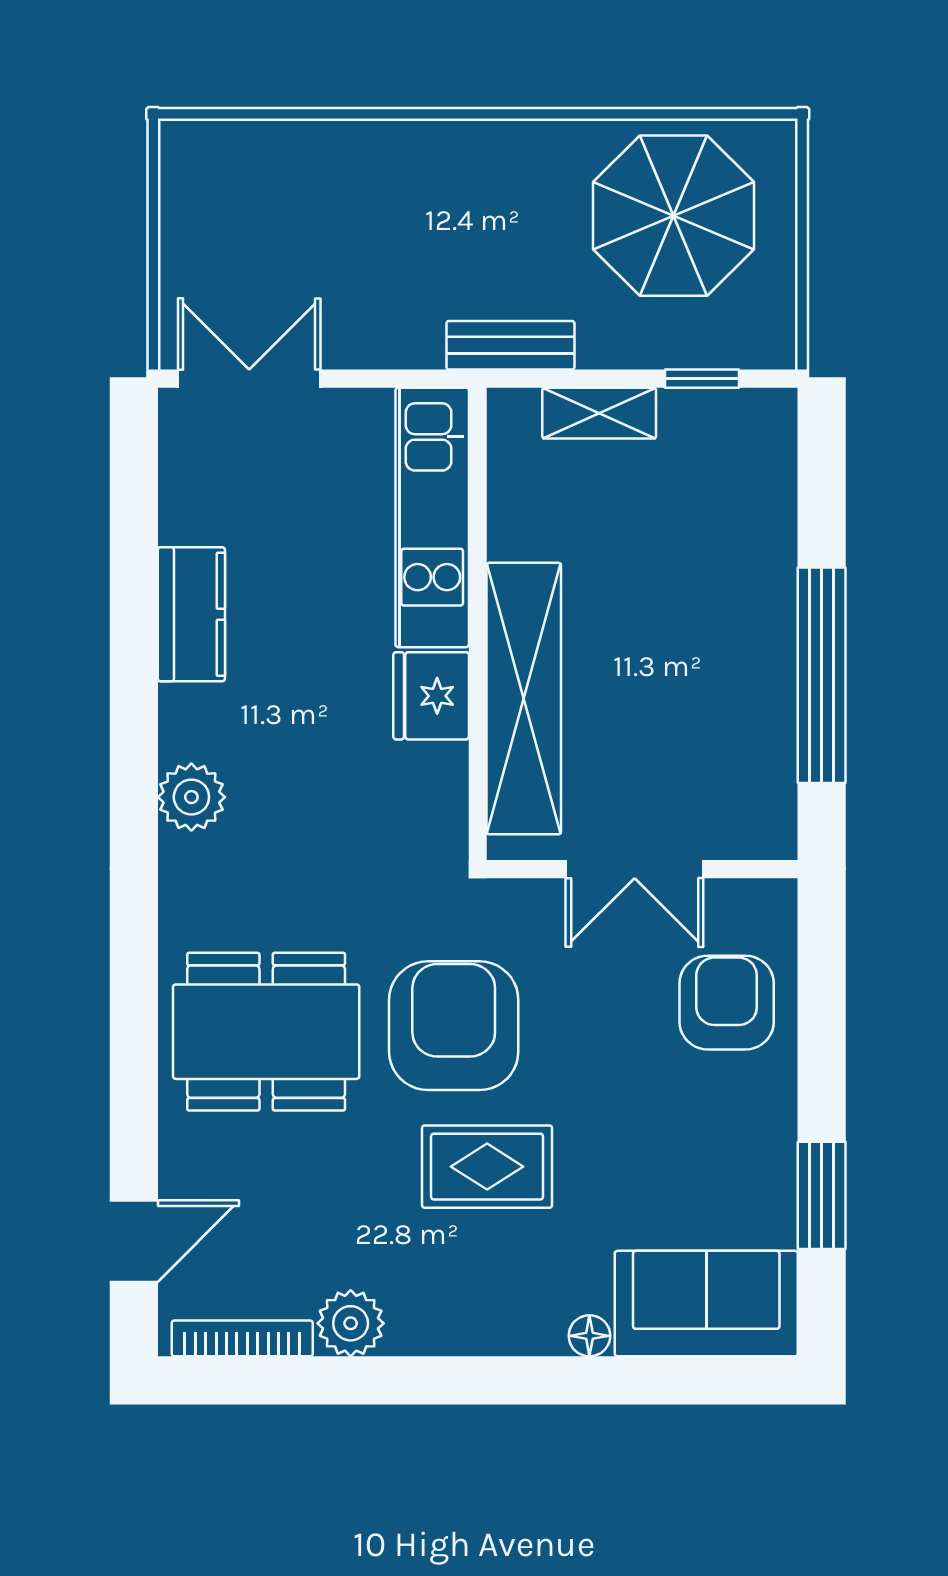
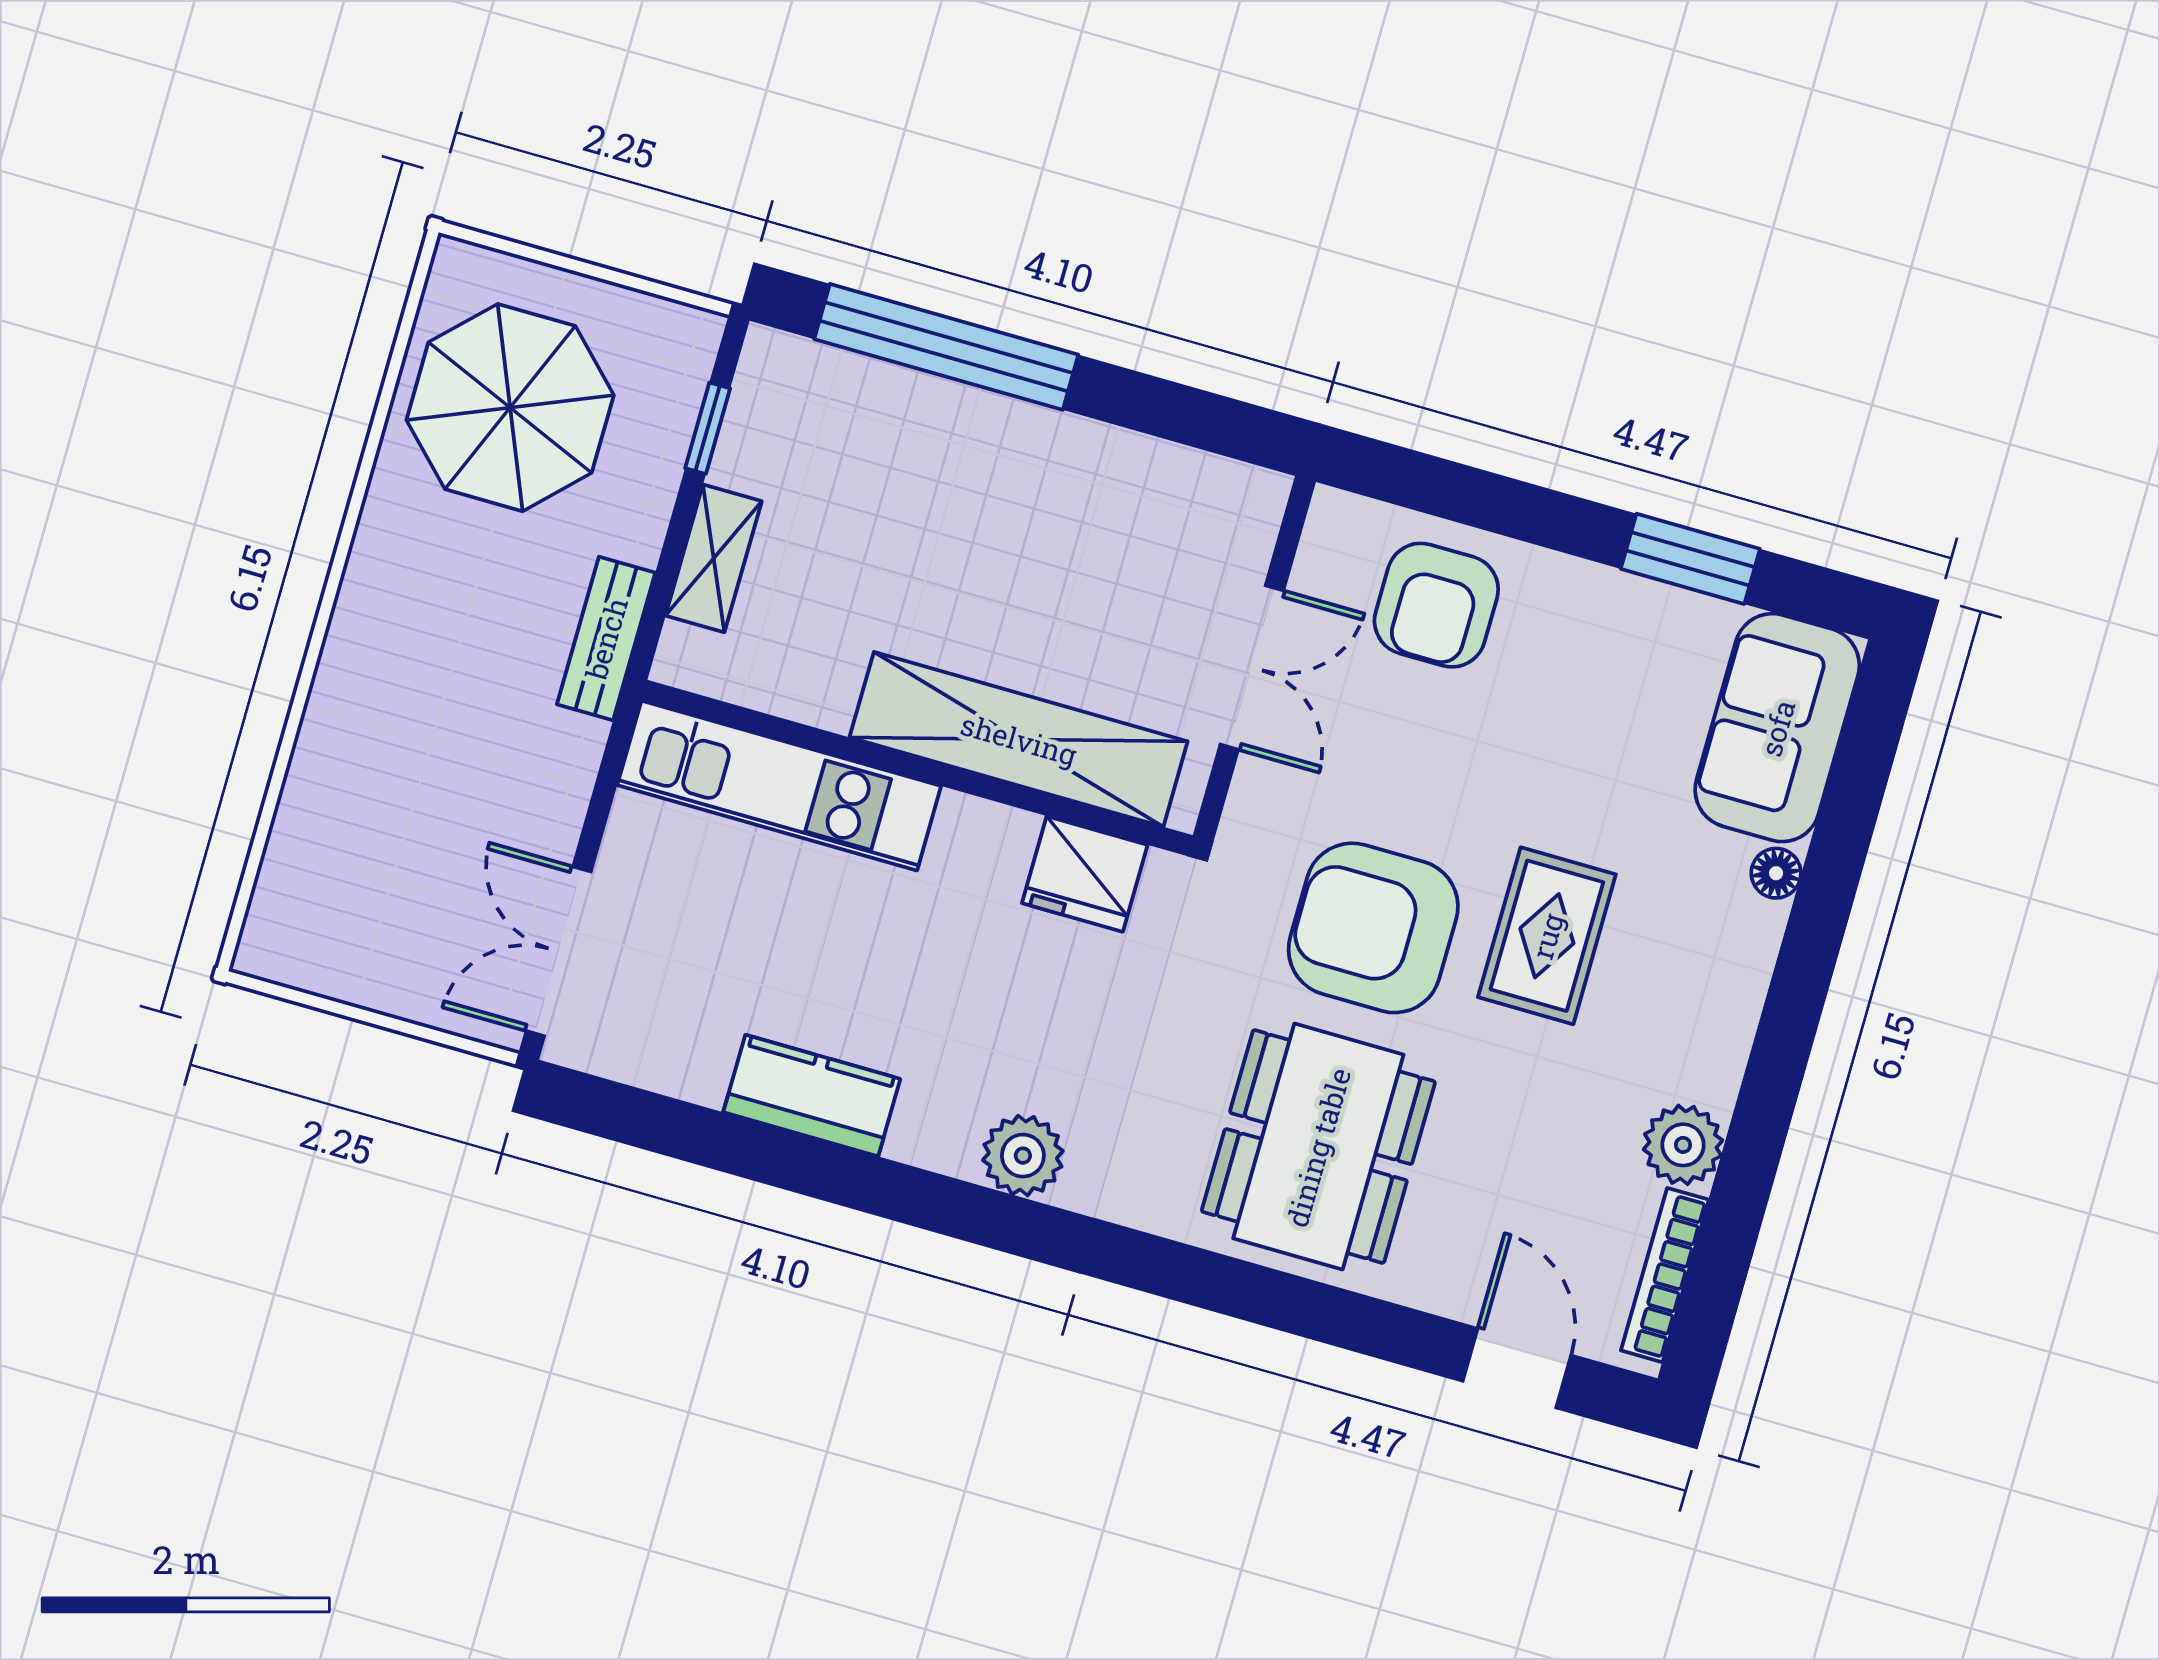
window: (822, 675) -> (946, 347), moved
fridge: (431, 696) -> (1085, 874), moved
armchair: (727, 1003) -> (1436, 605), turned -90

